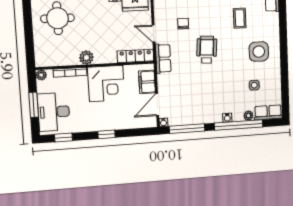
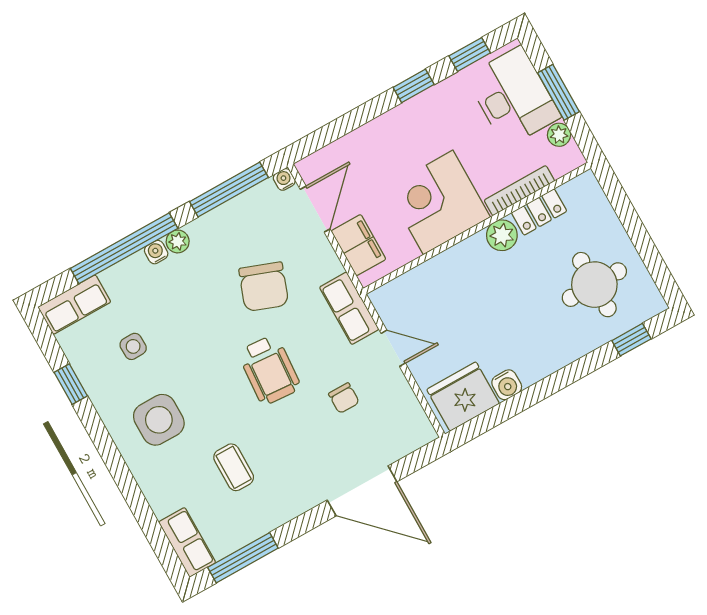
locker: (135, 56) -> (539, 212), moved, width x0.66
plant: (41, 75) -> (559, 135), moved
window: (285, 82) -> (71, 384), added
chair: (193, 84) -> (264, 287), added
plant: (248, 116) -> (178, 241), moved
window: (107, 134) -> (414, 86), moved

